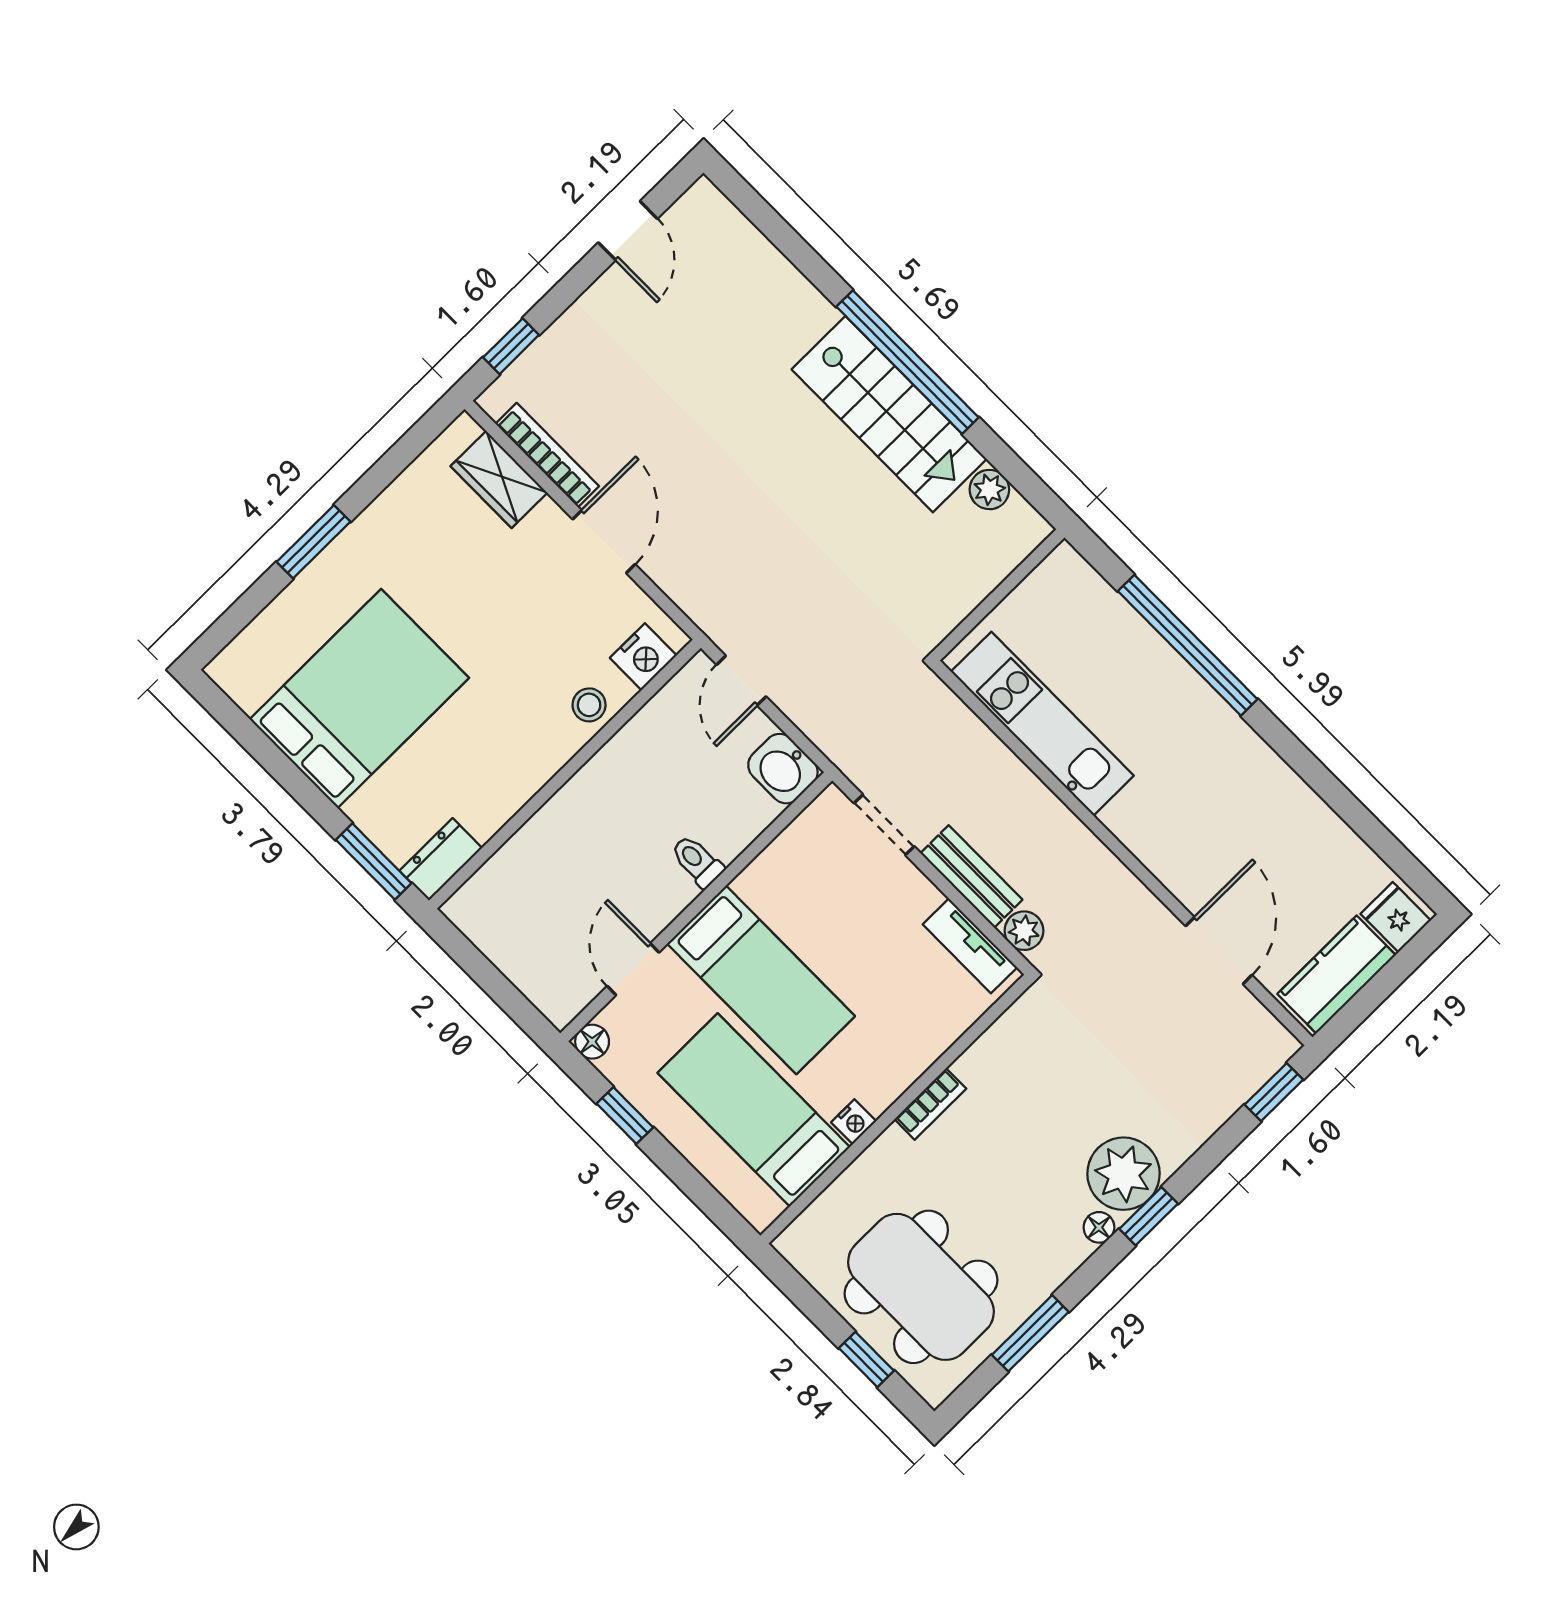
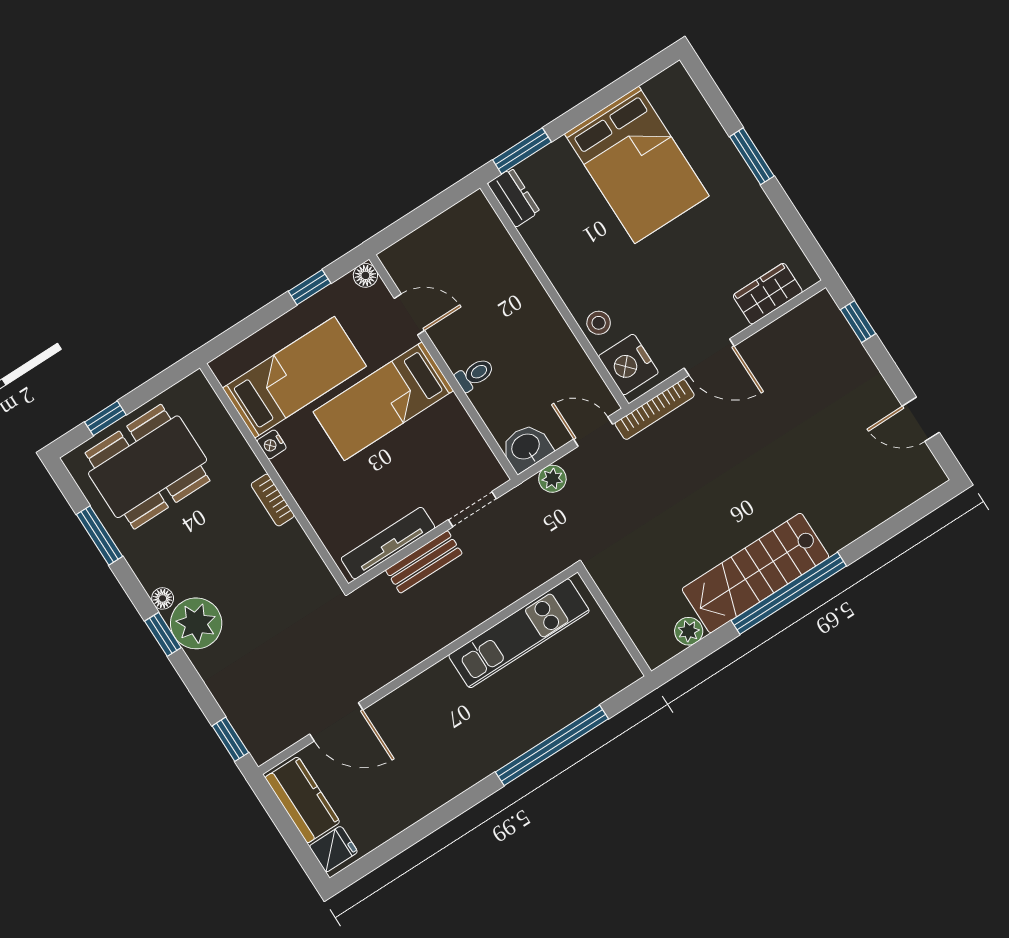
bookcase: (547, 455) -> (655, 409), moved
nightstand: (643, 657) -> (628, 365), width x1.36, depth x1.33
plant: (1024, 931) -> (552, 479), moved
tv unit: (970, 946) -> (388, 543), width x1.41

